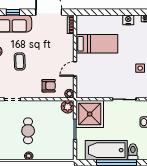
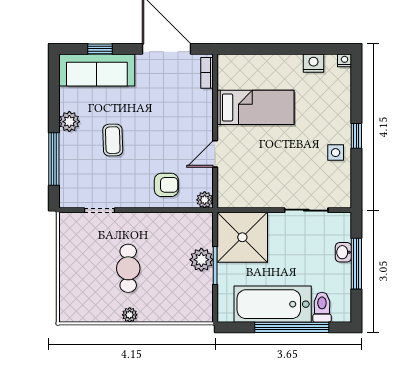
plant: (68, 107) -> (201, 260), moved

